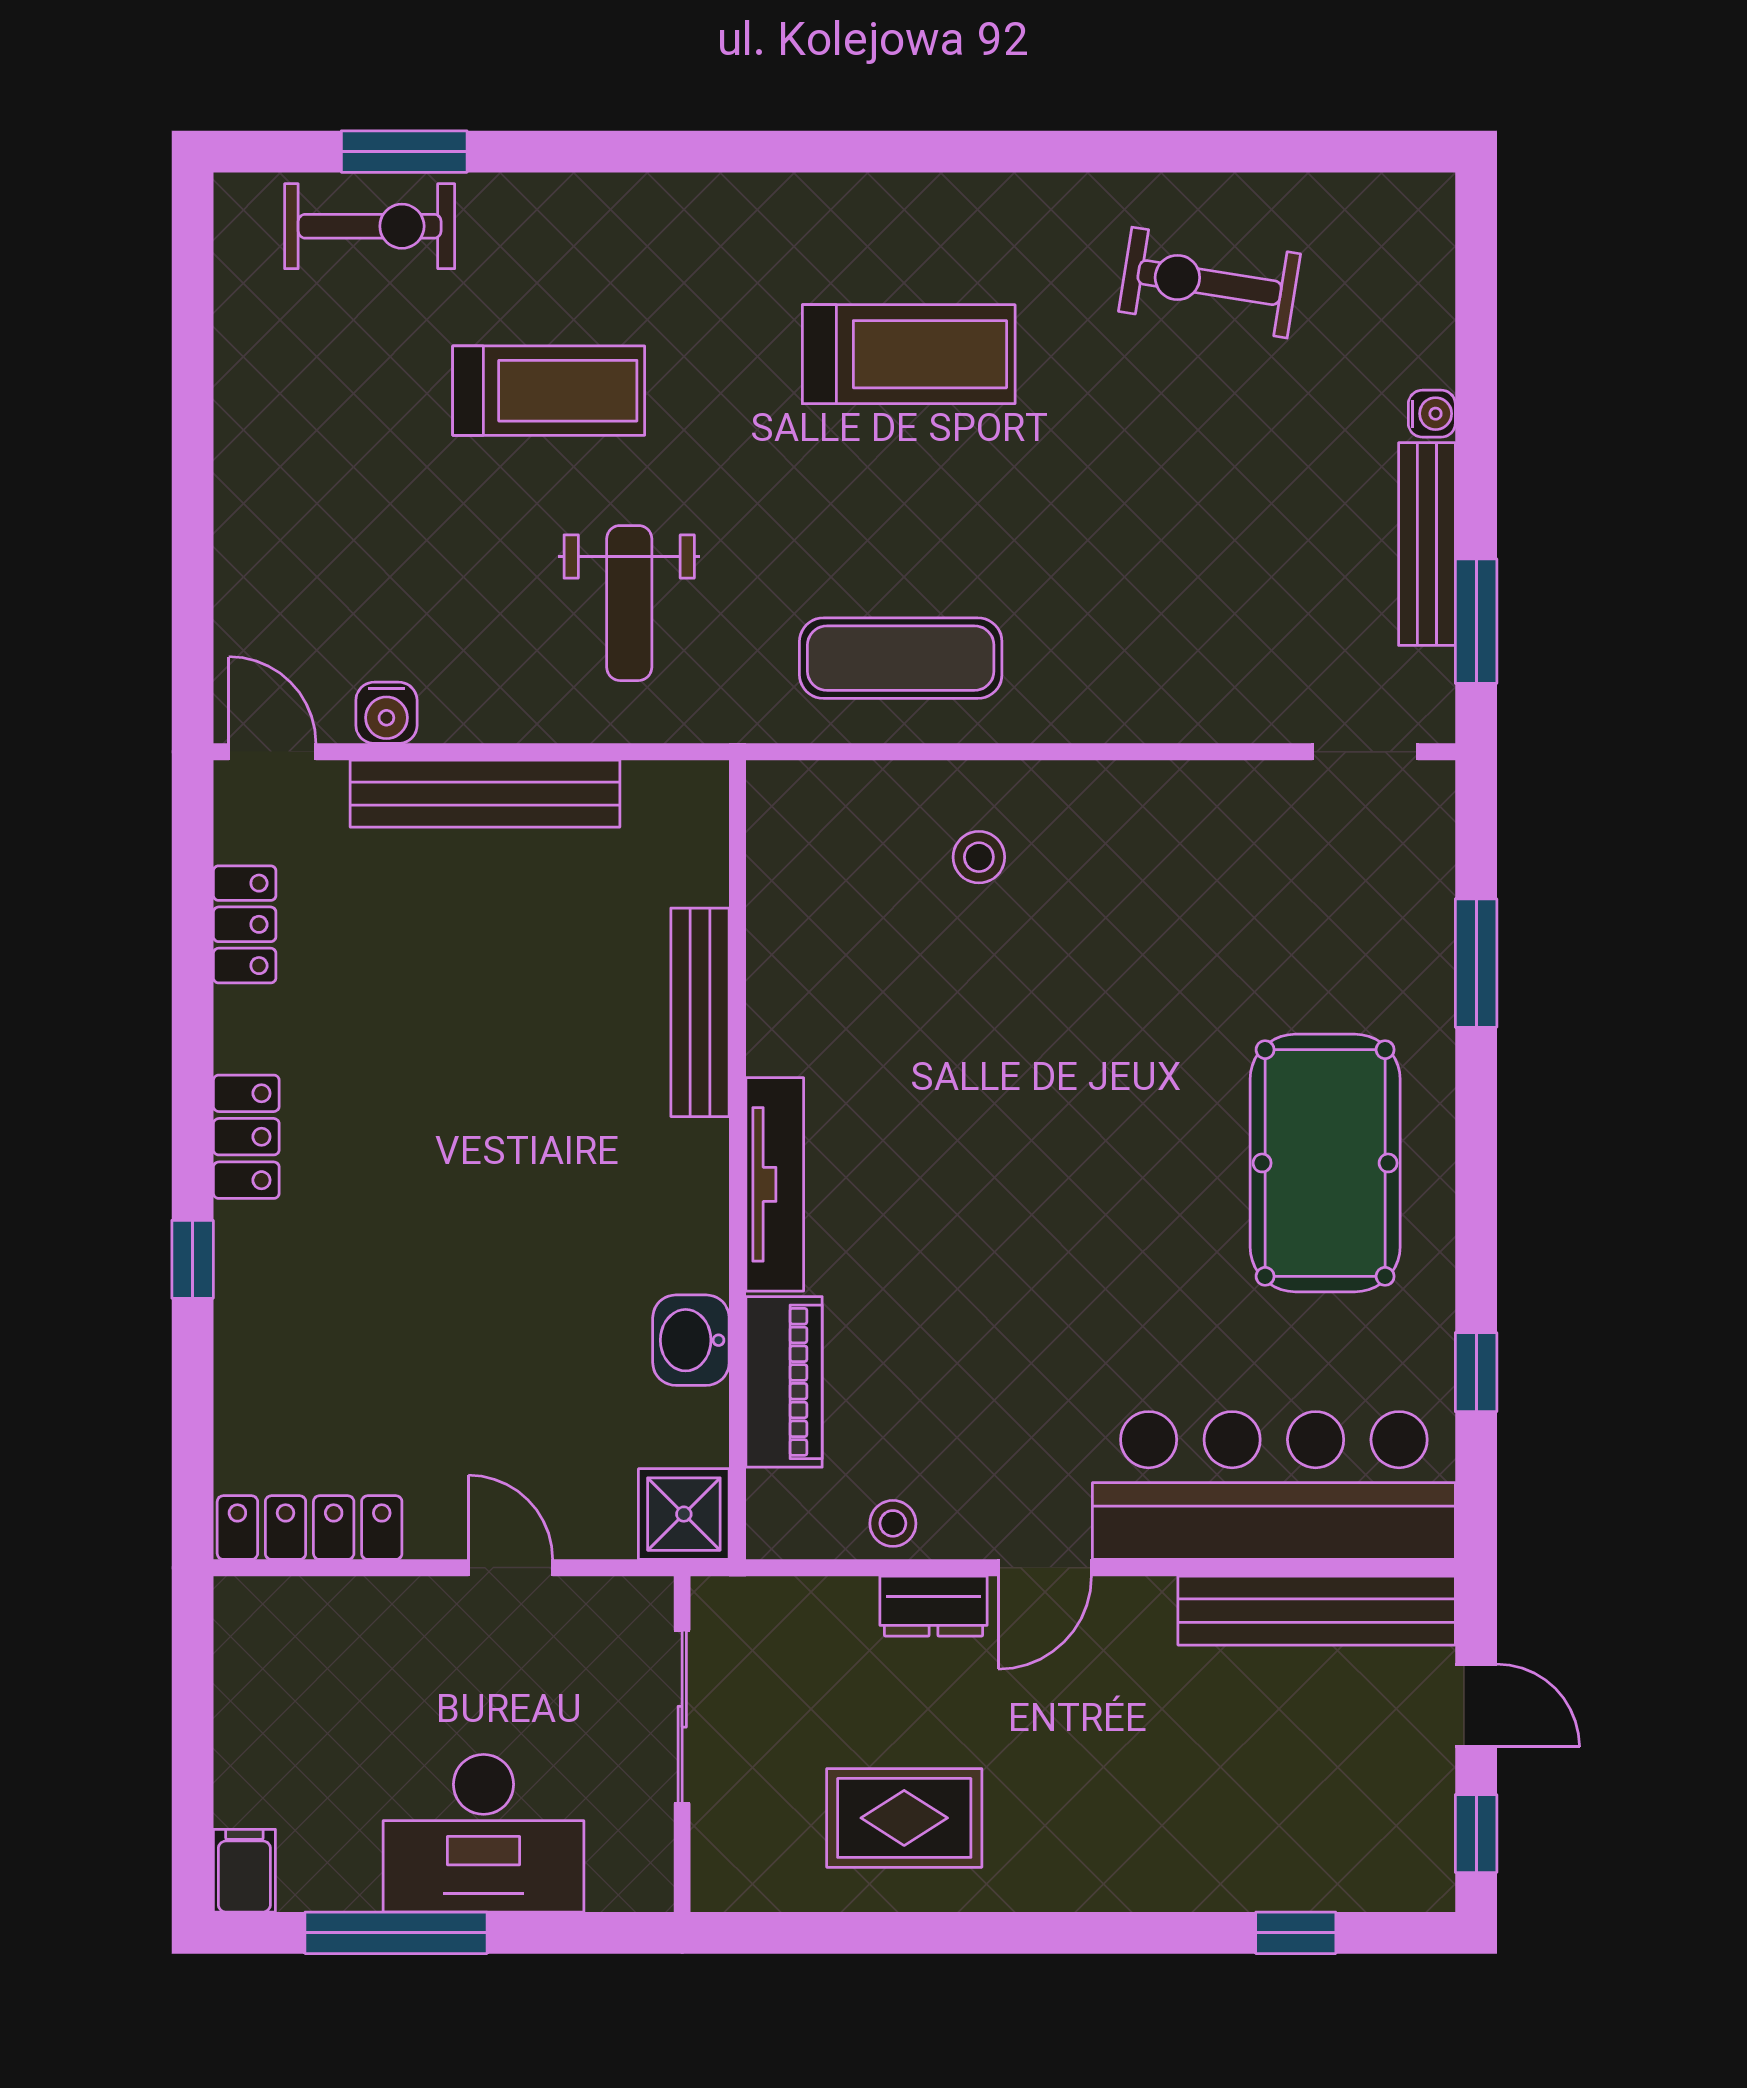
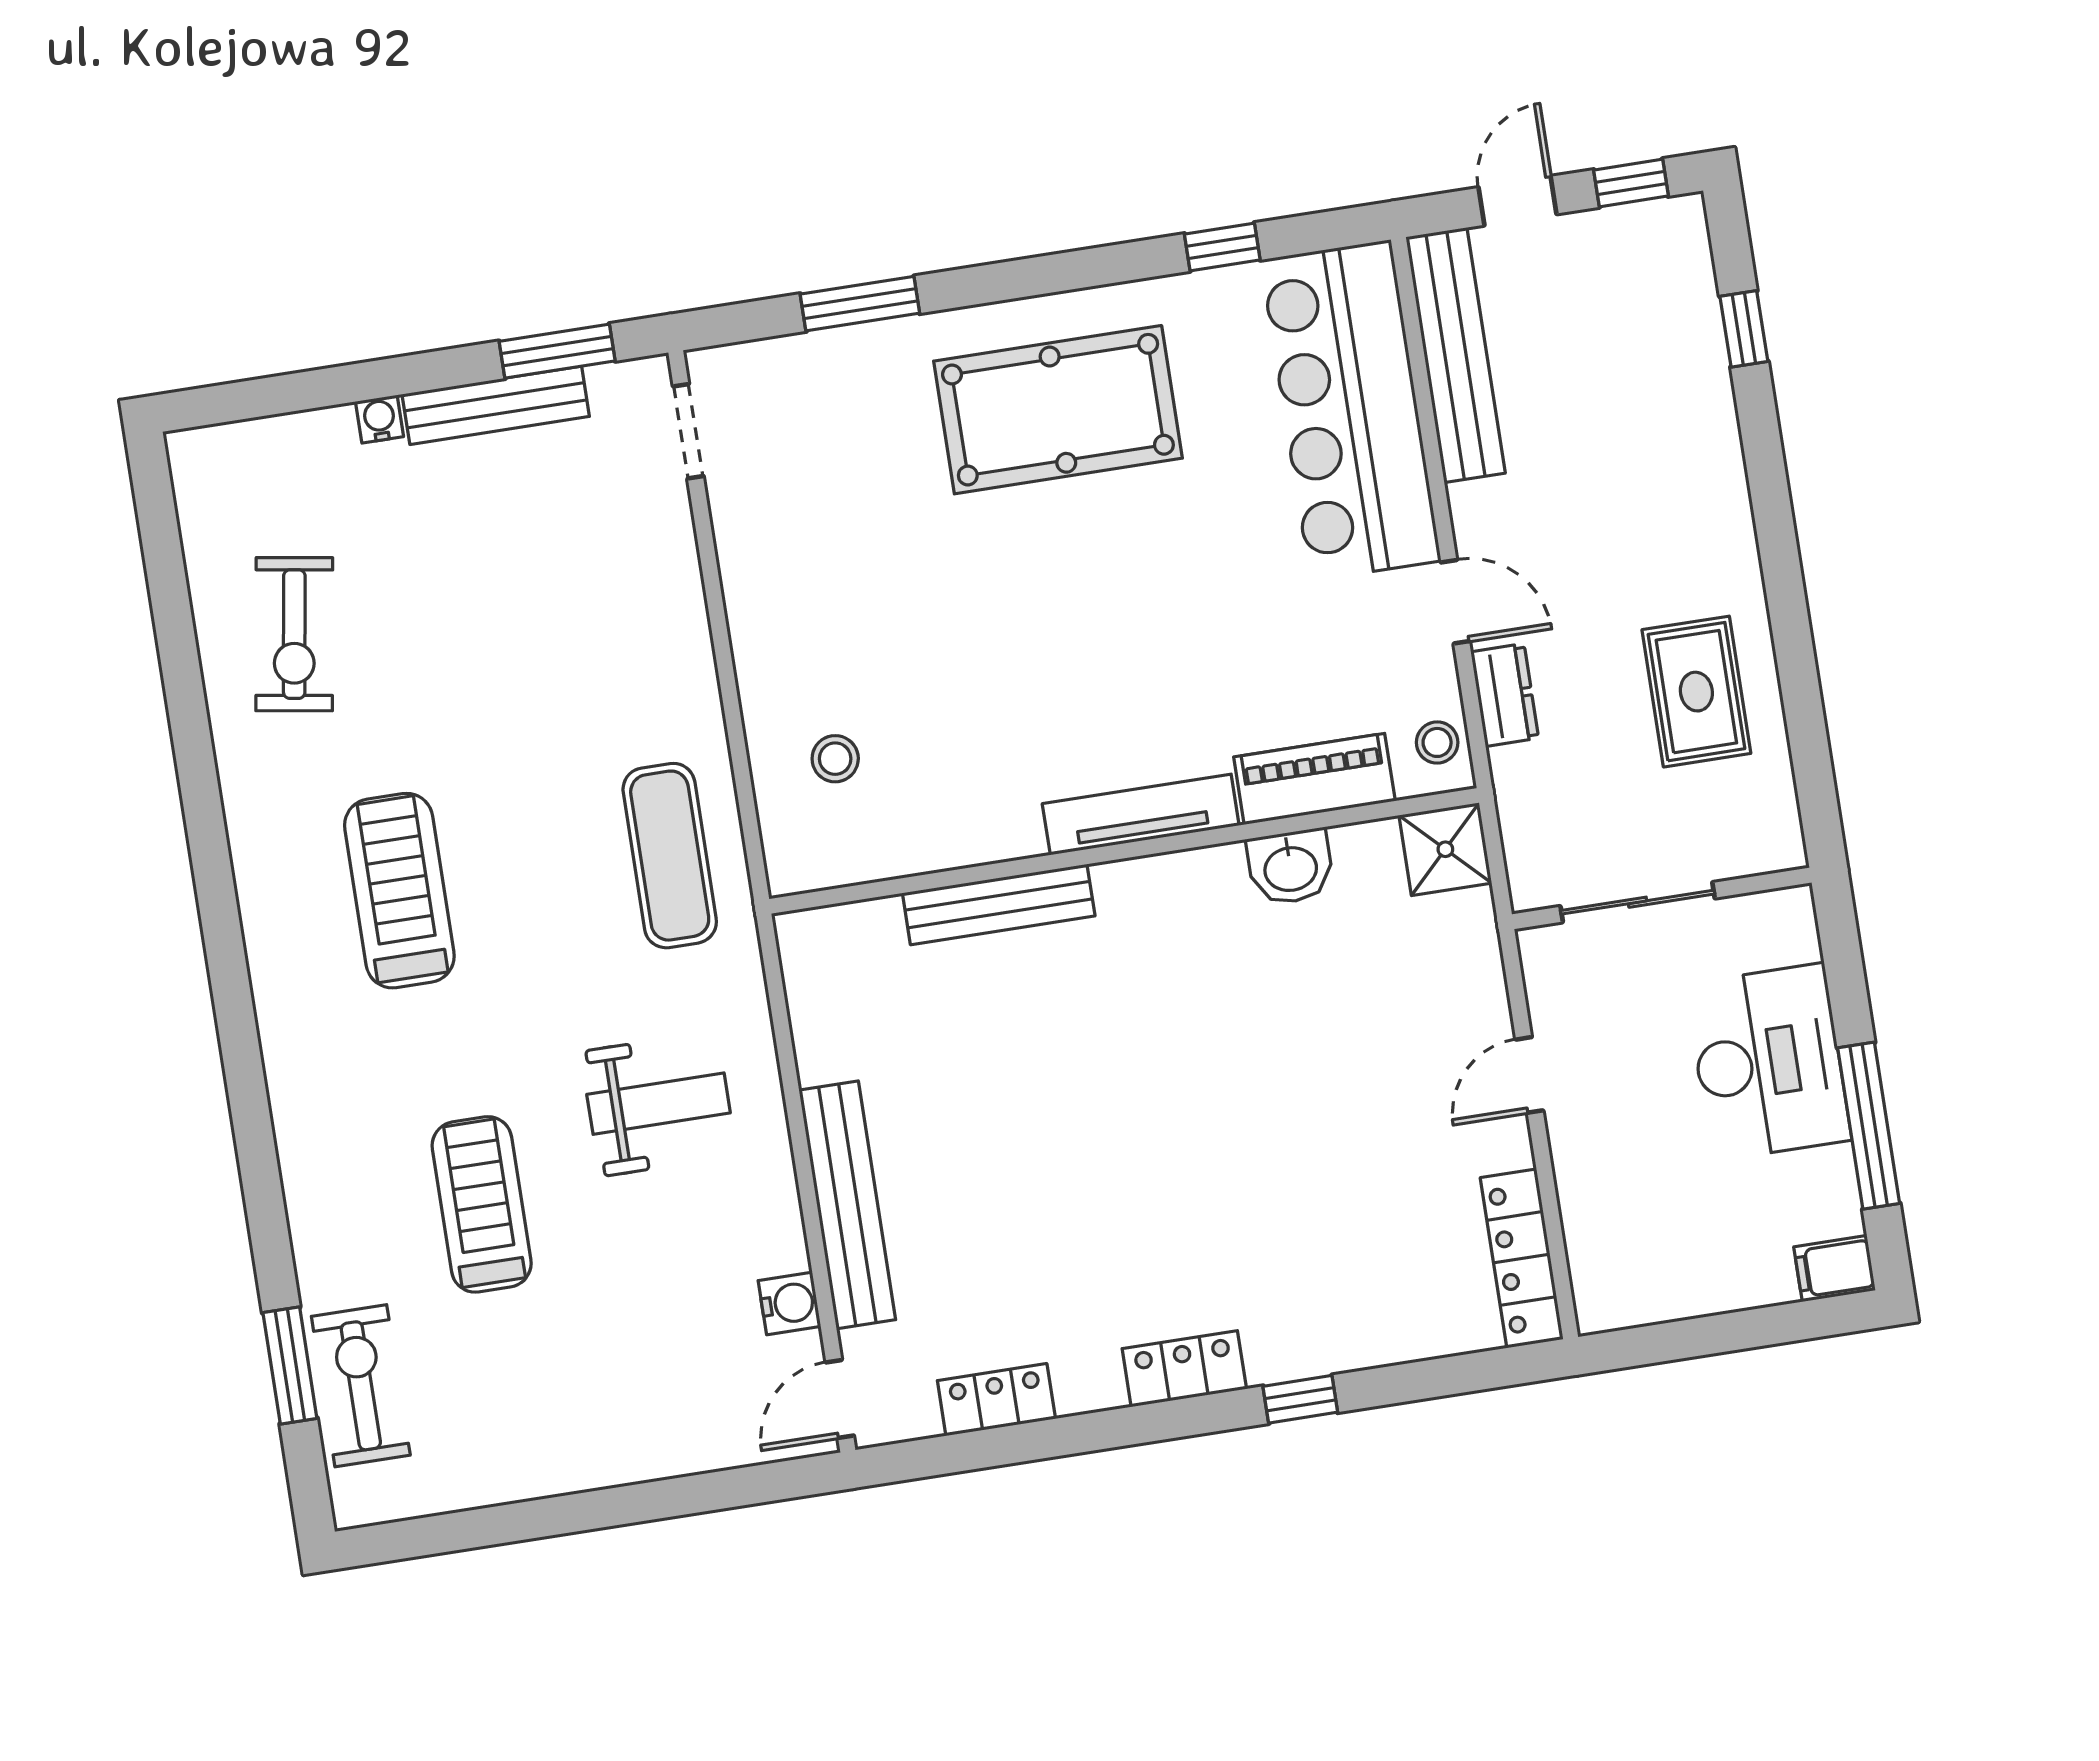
bench: (700, 1012) -> (999, 905), moved
wall: (738, 1160) -> (1124, 851), moved
tv unit: (775, 1184) -> (1141, 815), moved
washbasin: (691, 1340) -> (1290, 867), moved
piano: (784, 1382) -> (1314, 779), moved
shower: (684, 1514) -> (1445, 849), moved

